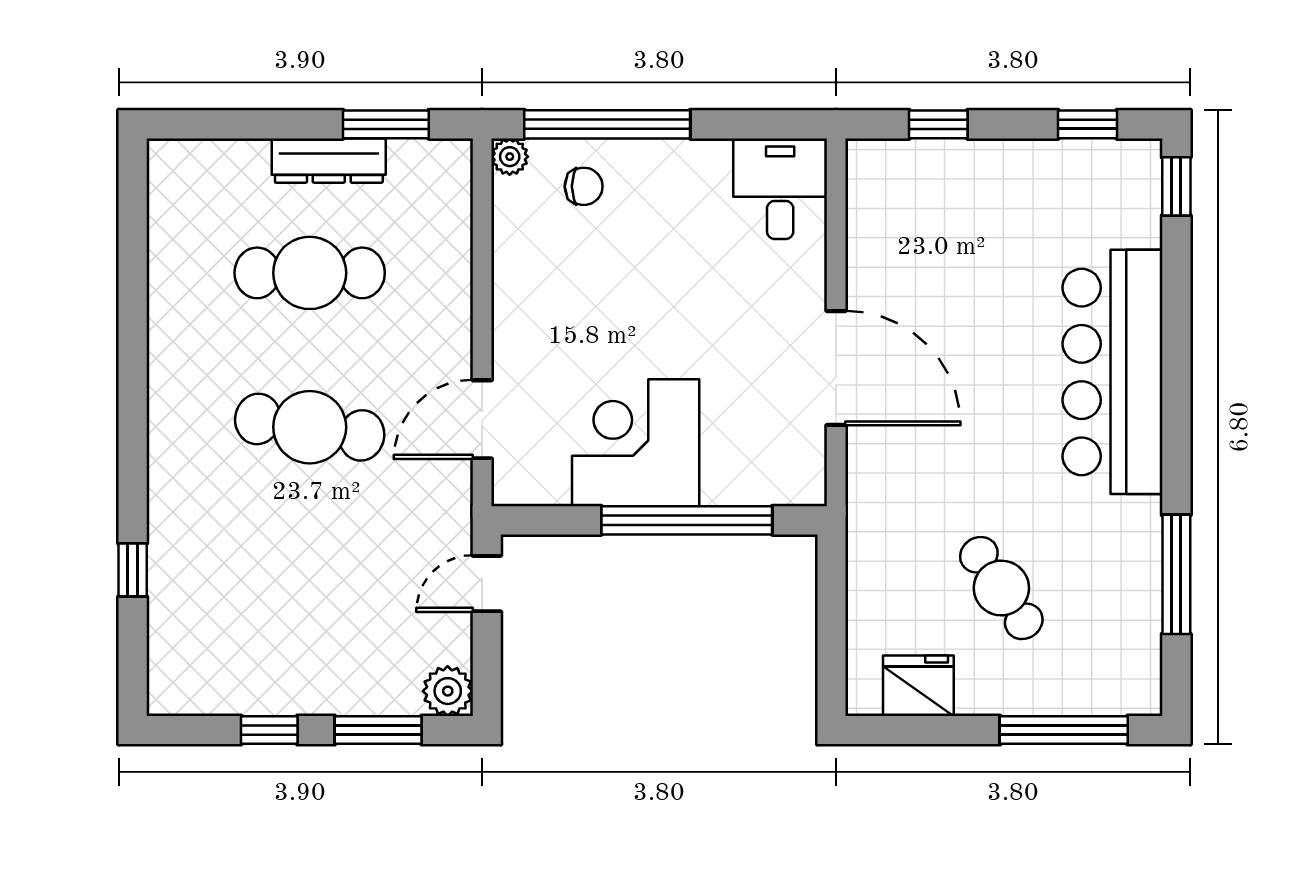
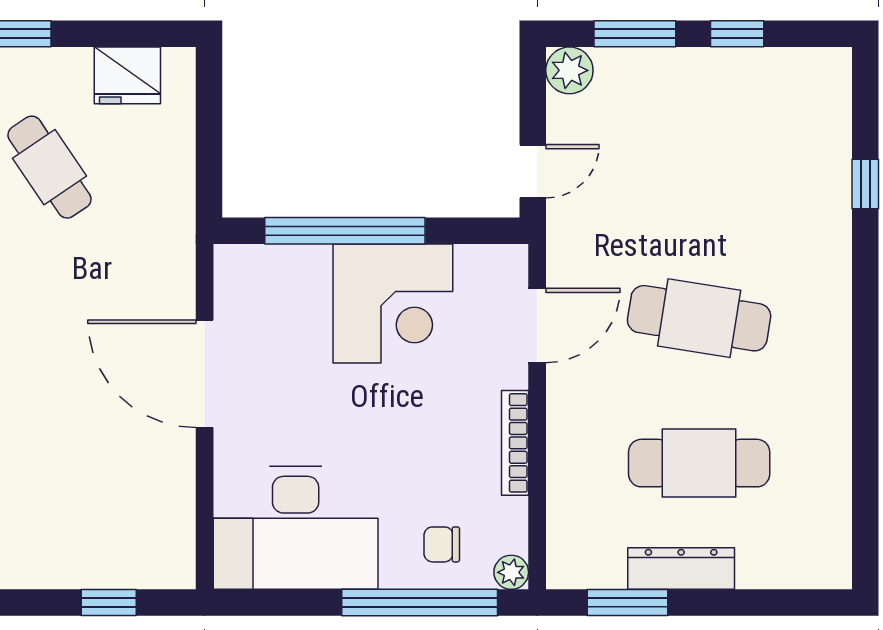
desk: (780, 189) -> (296, 528), width x1.87, depth x1.30
bookcase: (506, 294) -> (515, 443), added

